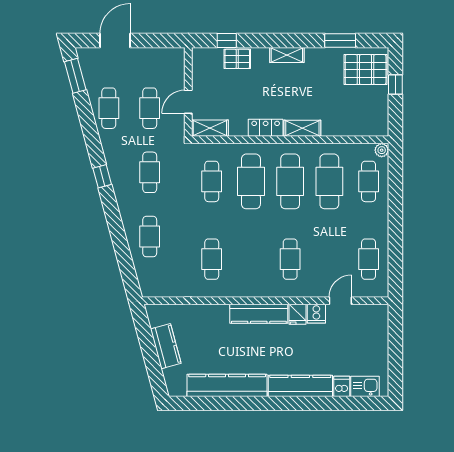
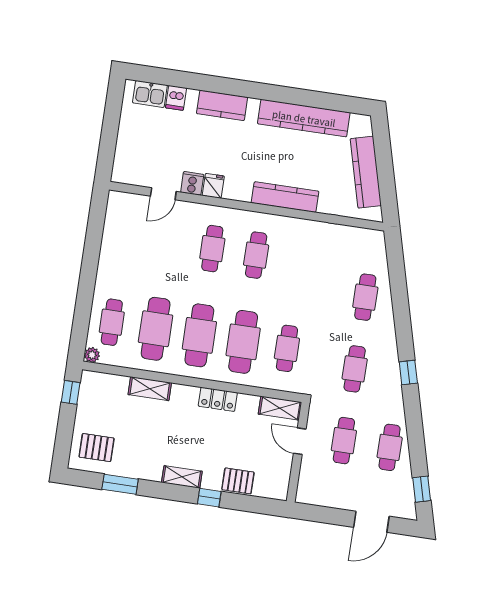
window: (227, 41) -> (209, 498), moved
pallet: (366, 70) -> (97, 448), width x0.67, depth x0.71
window: (75, 76) -> (422, 489), width x0.67
window: (395, 85) -> (71, 392), moved
door: (188, 102) -> (300, 441), swing flipped
shelving: (302, 128) -> (150, 389), moved
cafe table: (212, 259) -> (256, 255), moved
cafe table: (369, 259) -> (125, 235), removed
kitchen counter: (259, 314) -> (285, 197), moved
kitchen counter: (166, 346) -> (366, 172), width x1.50
kitchen counter: (300, 386) -> (222, 105), width x0.67

